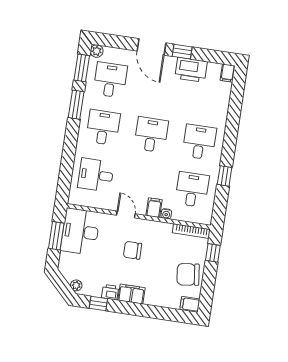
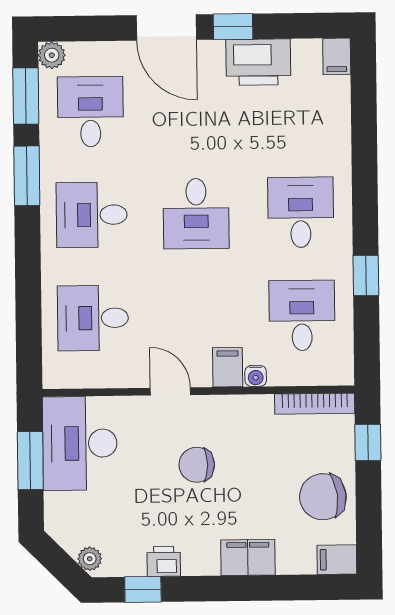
desk: (103, 127) -> (92, 215), turned -90
desk: (151, 135) -> (196, 214), turned 180
filing cabinet: (131, 294) -> (248, 557), moved

